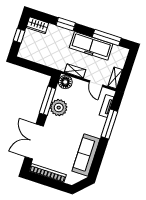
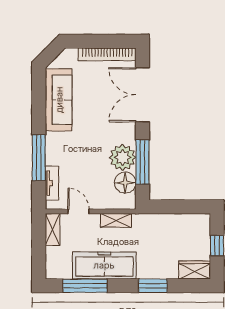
floor lamp: (65, 82) -> (125, 183), moved
double door: (34, 141) -> (142, 95), swing flipped

